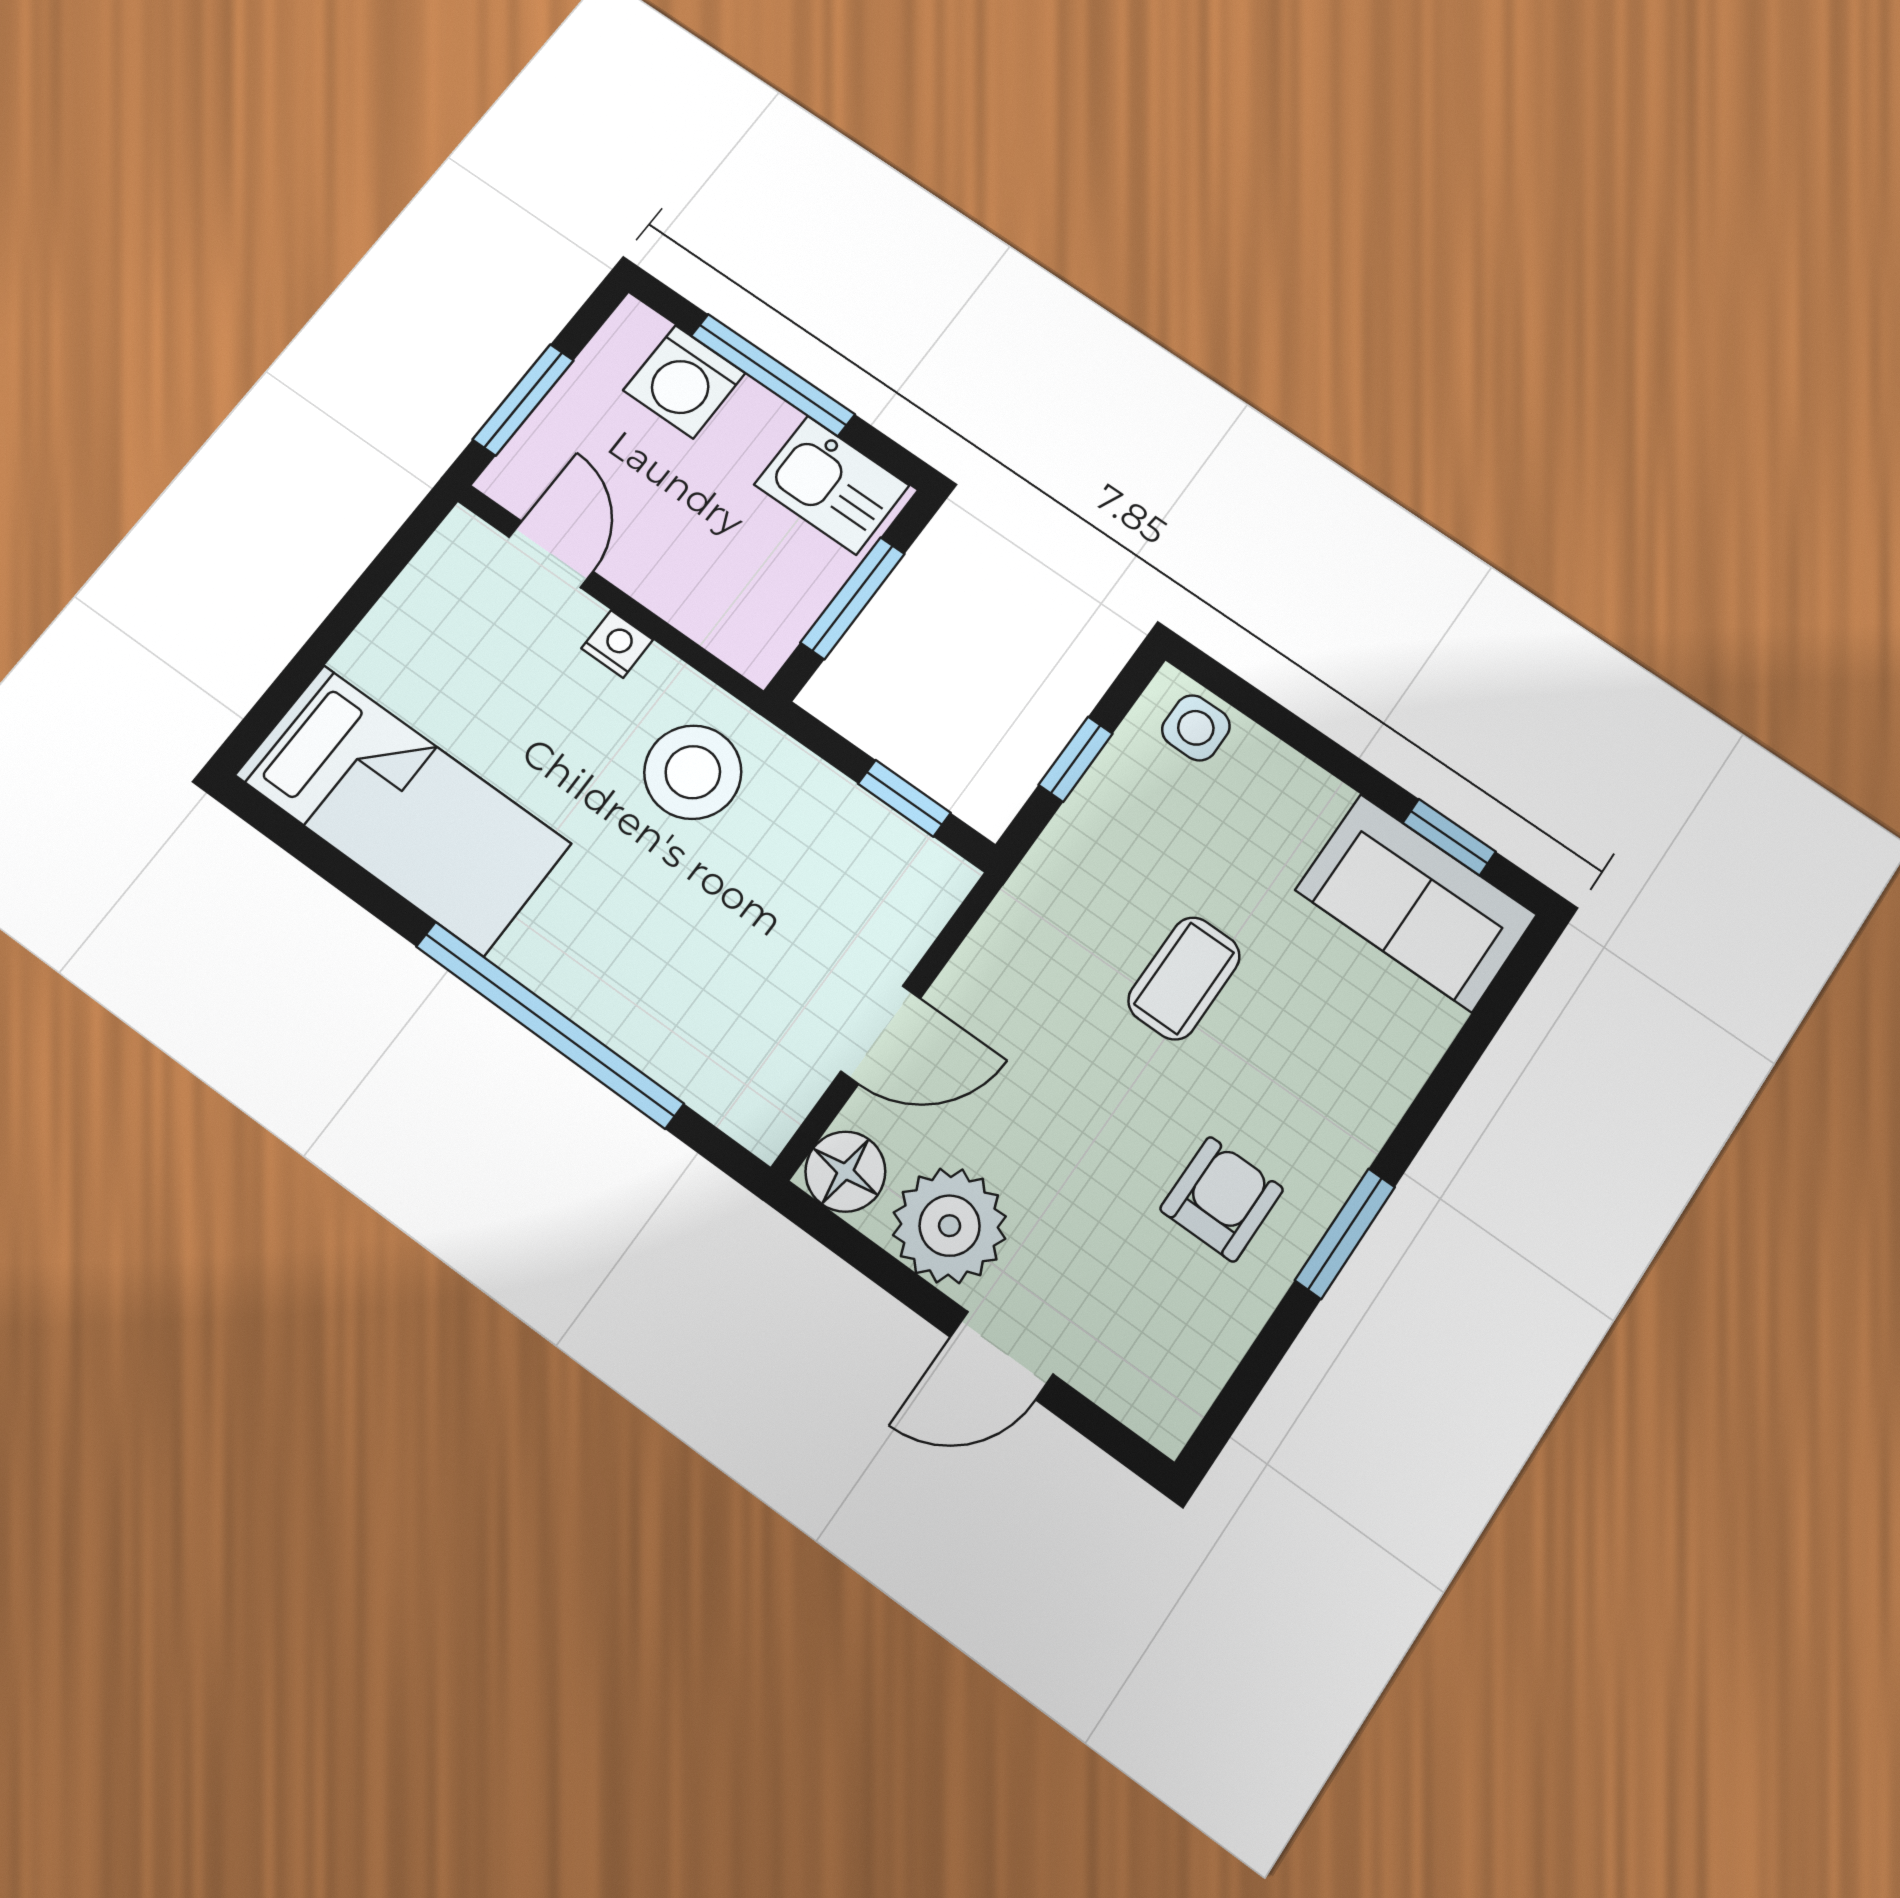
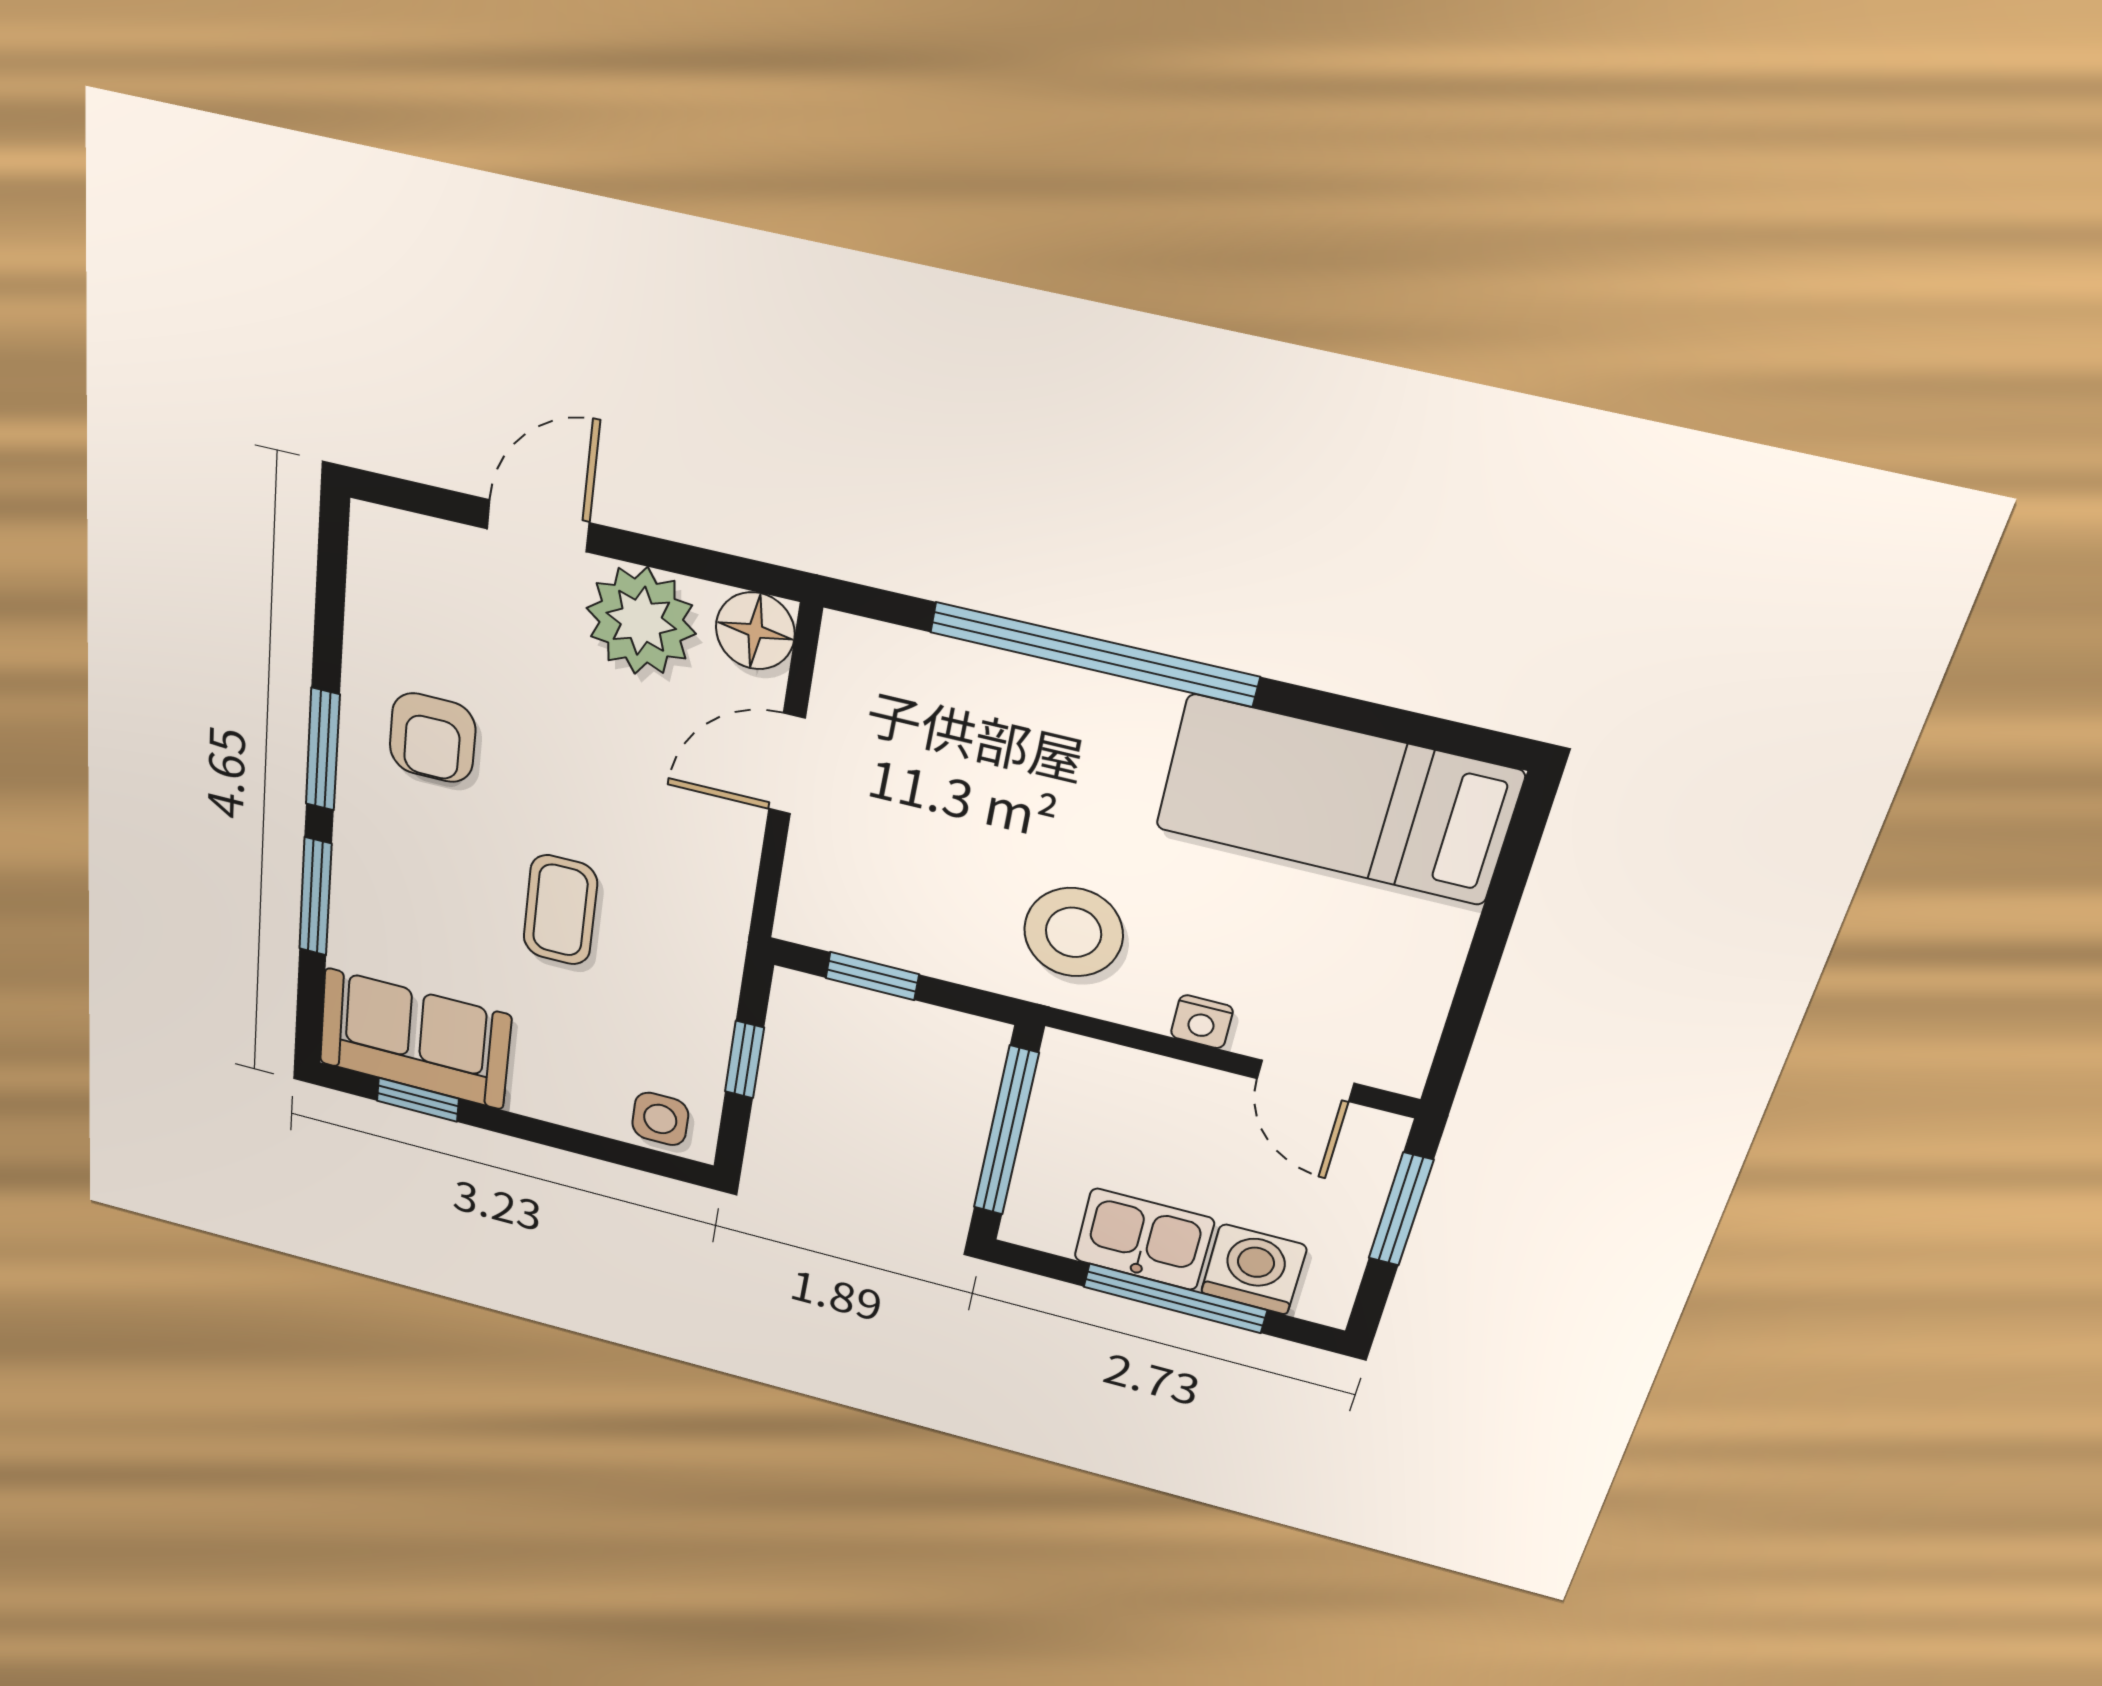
kitchen sink: (832, 485) -> (1144, 1239), moved
window: (853, 598) -> (1006, 1131), width x1.44
window: (1440, 1089) -> (315, 897), added

